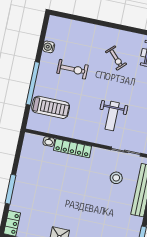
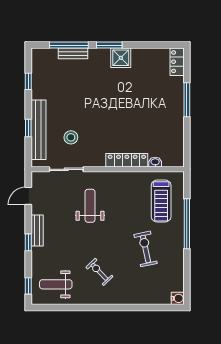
water cooler: (49, 47) -> (178, 298), moved
exercise bike: (73, 69) -> (146, 249), turned 78
treadmill: (51, 107) -> (161, 201), turned -90

